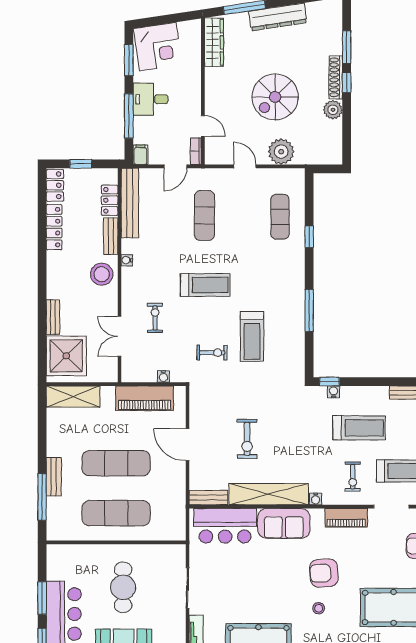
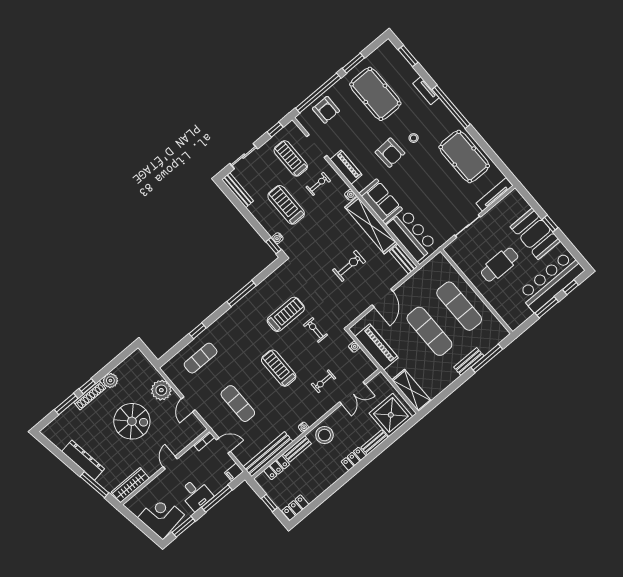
door: (203, 126) -> (170, 463), moved
exercise mat: (204, 215) -> (238, 404), turned 90
locker: (54, 227) -> (354, 459), moved, width x0.66

